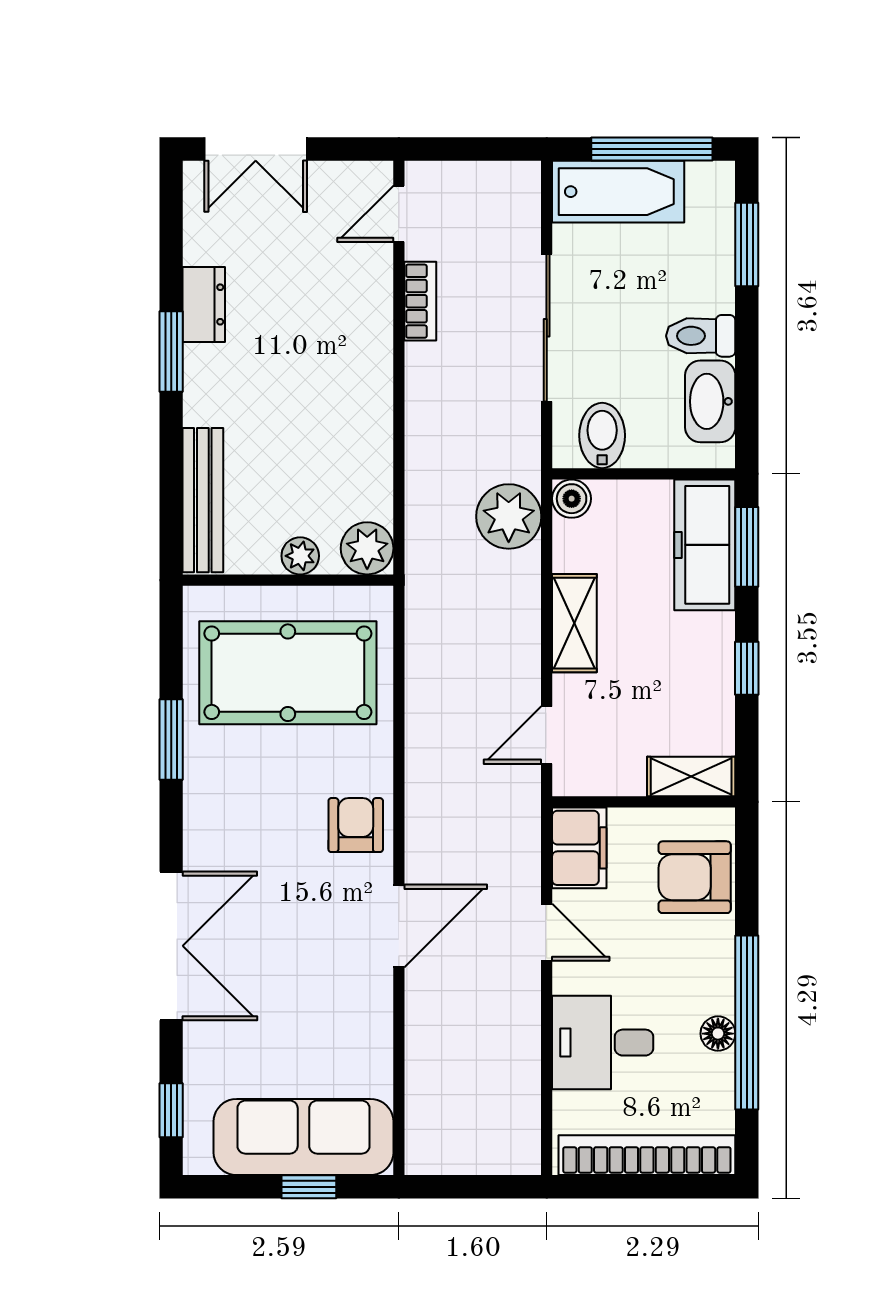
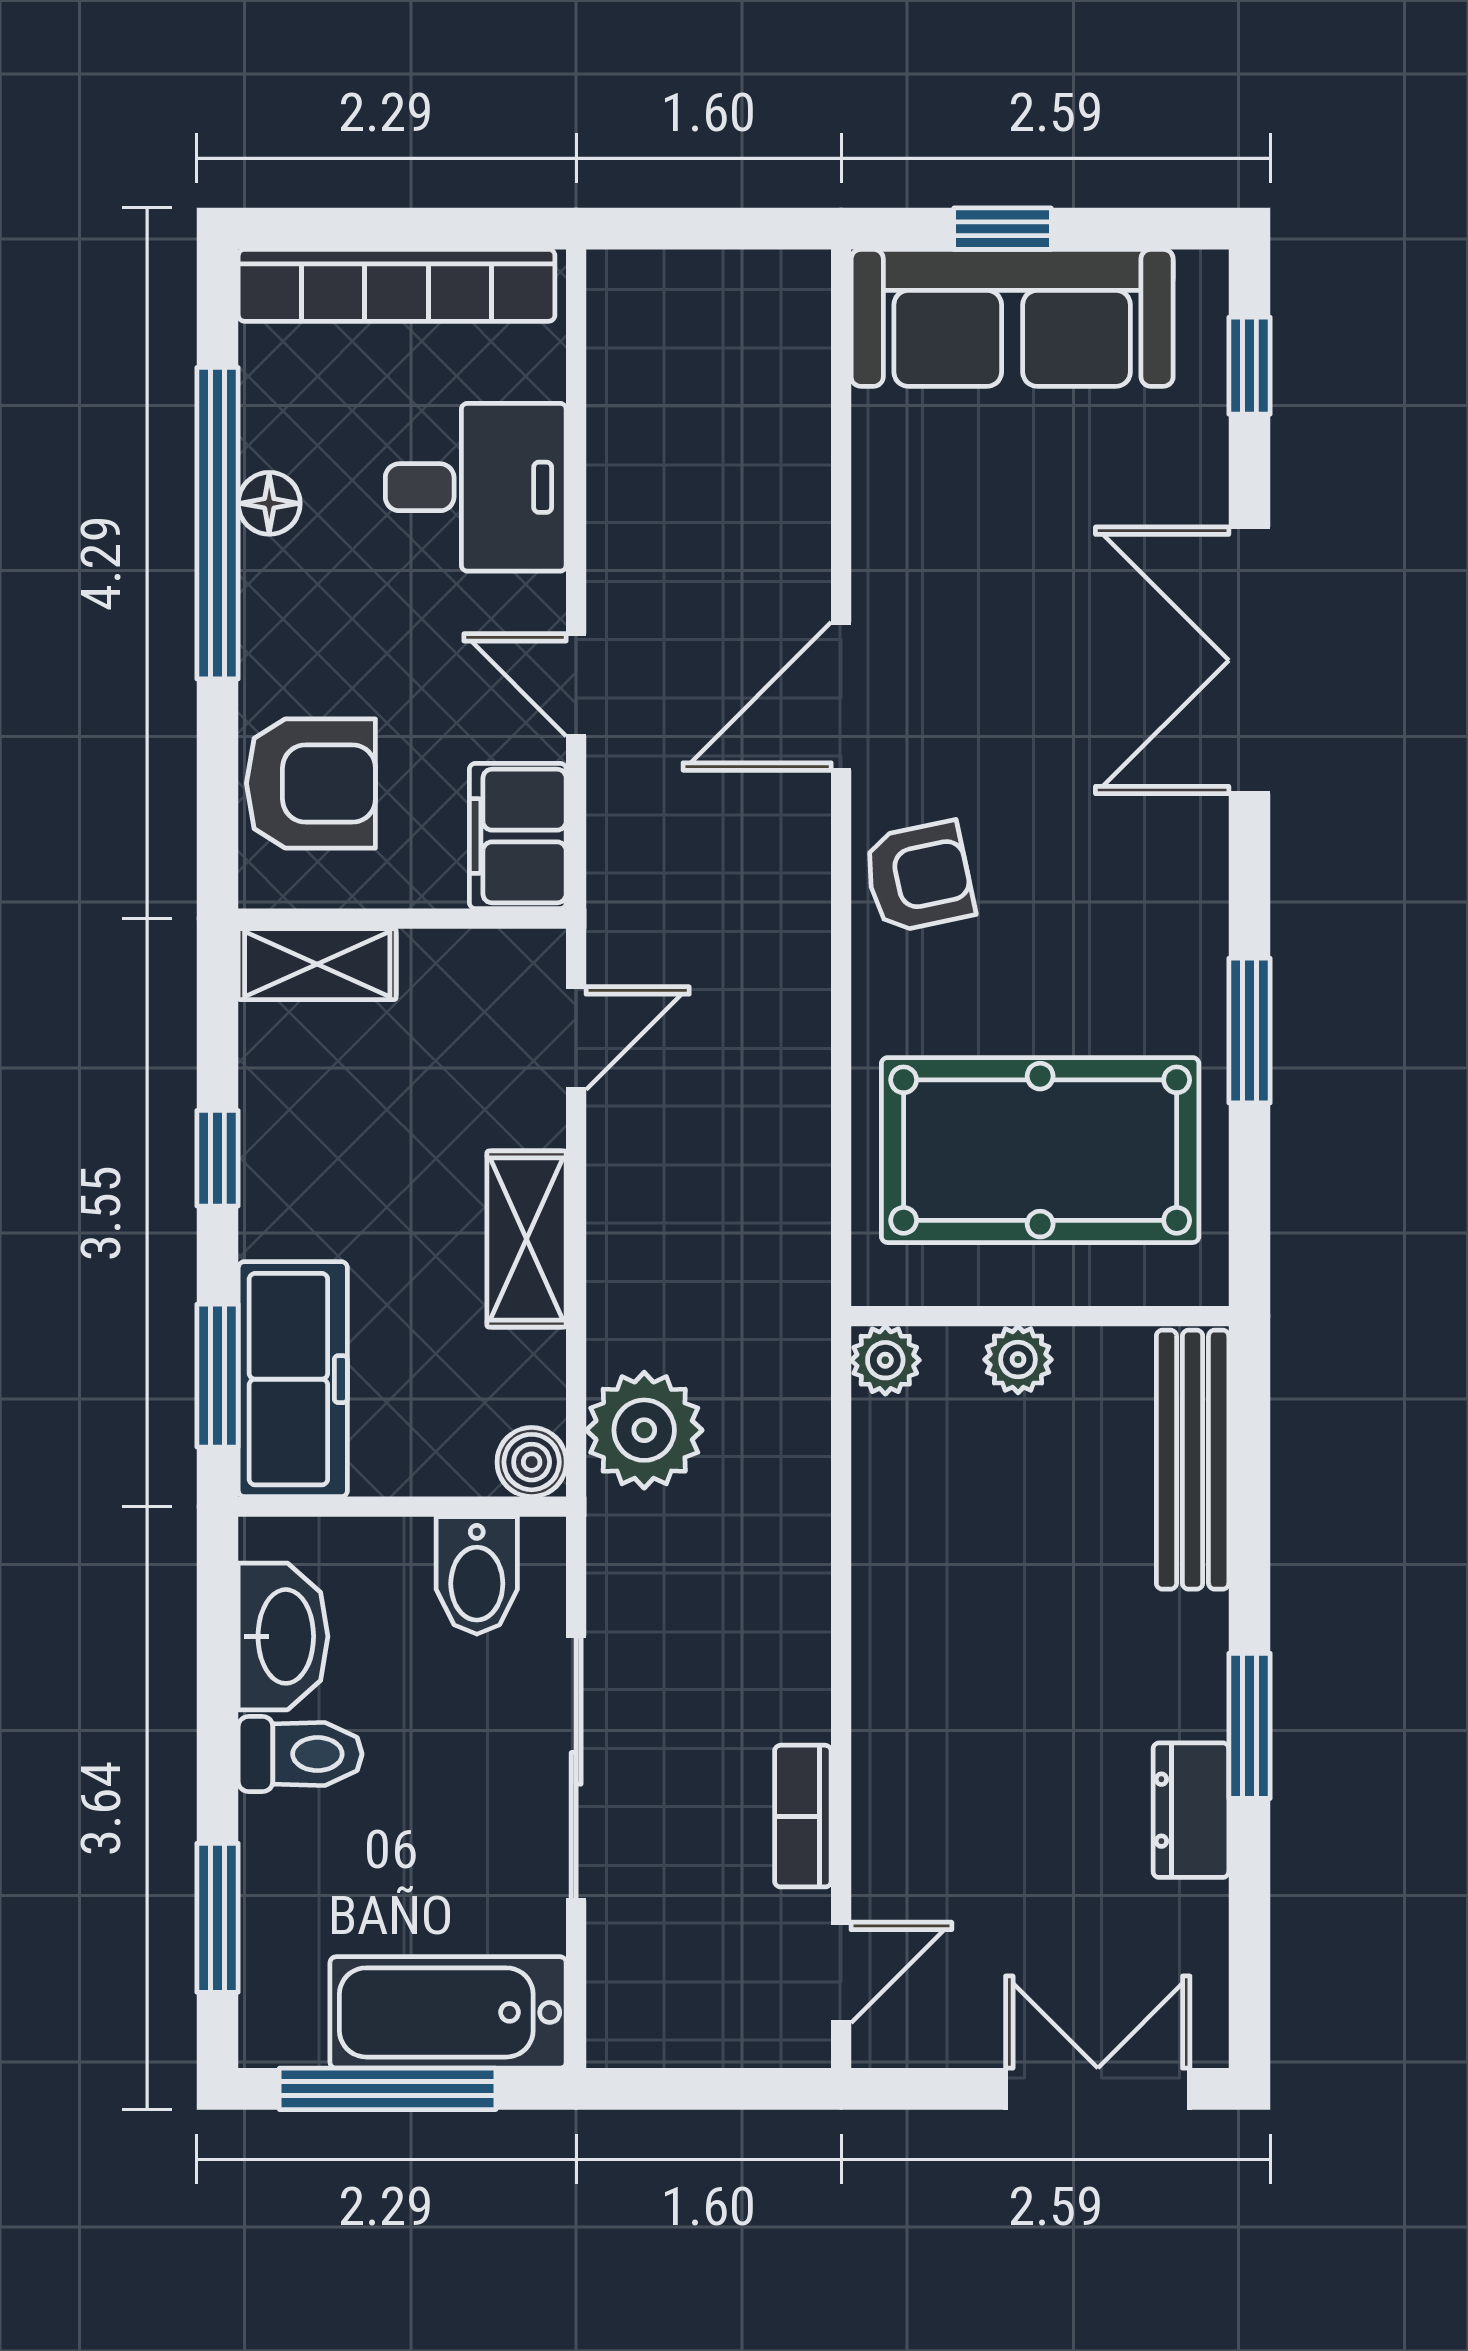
plant: (367, 548) -> (885, 1360), width x0.73, depth x0.73
armchair: (356, 825) -> (919, 877), turned -102

